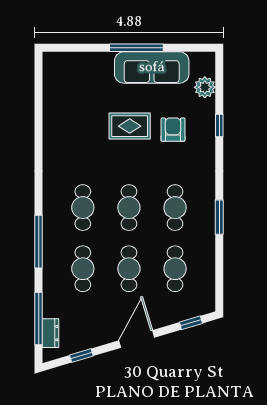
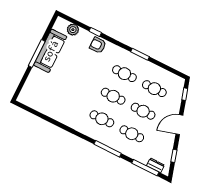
rug: (130, 126) -> (73, 76), removed
armchair: (173, 130) -> (98, 45), moved
door: (137, 339) -> (179, 125), hinge flipped

